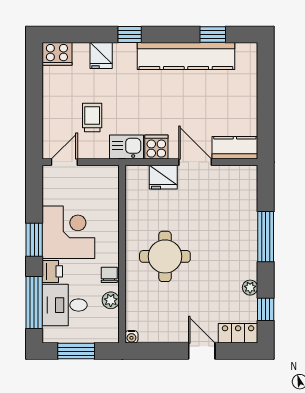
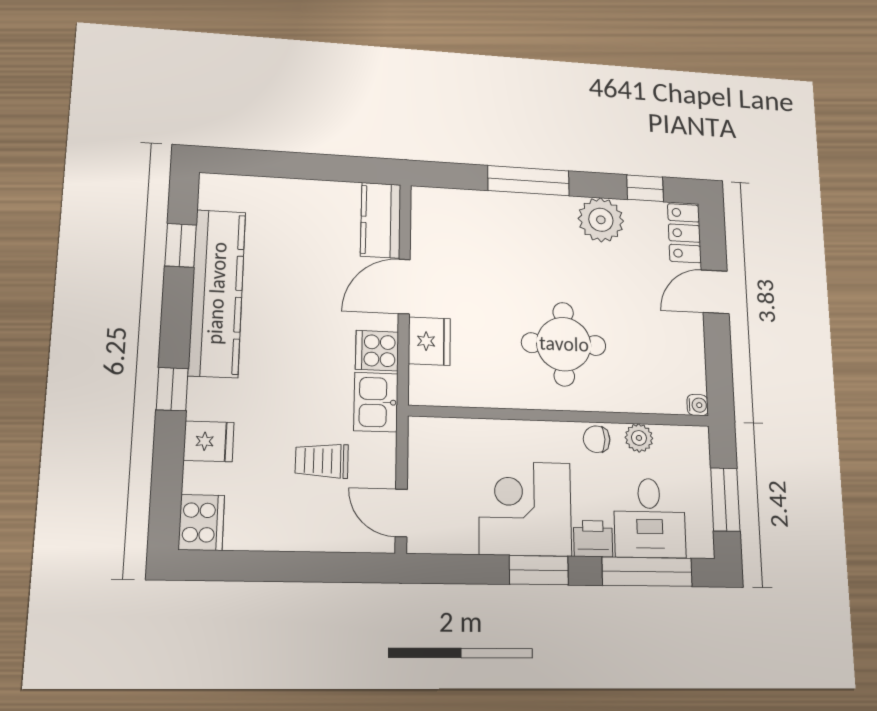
plant: (250, 288) -> (601, 220), width x1.88, depth x1.88

